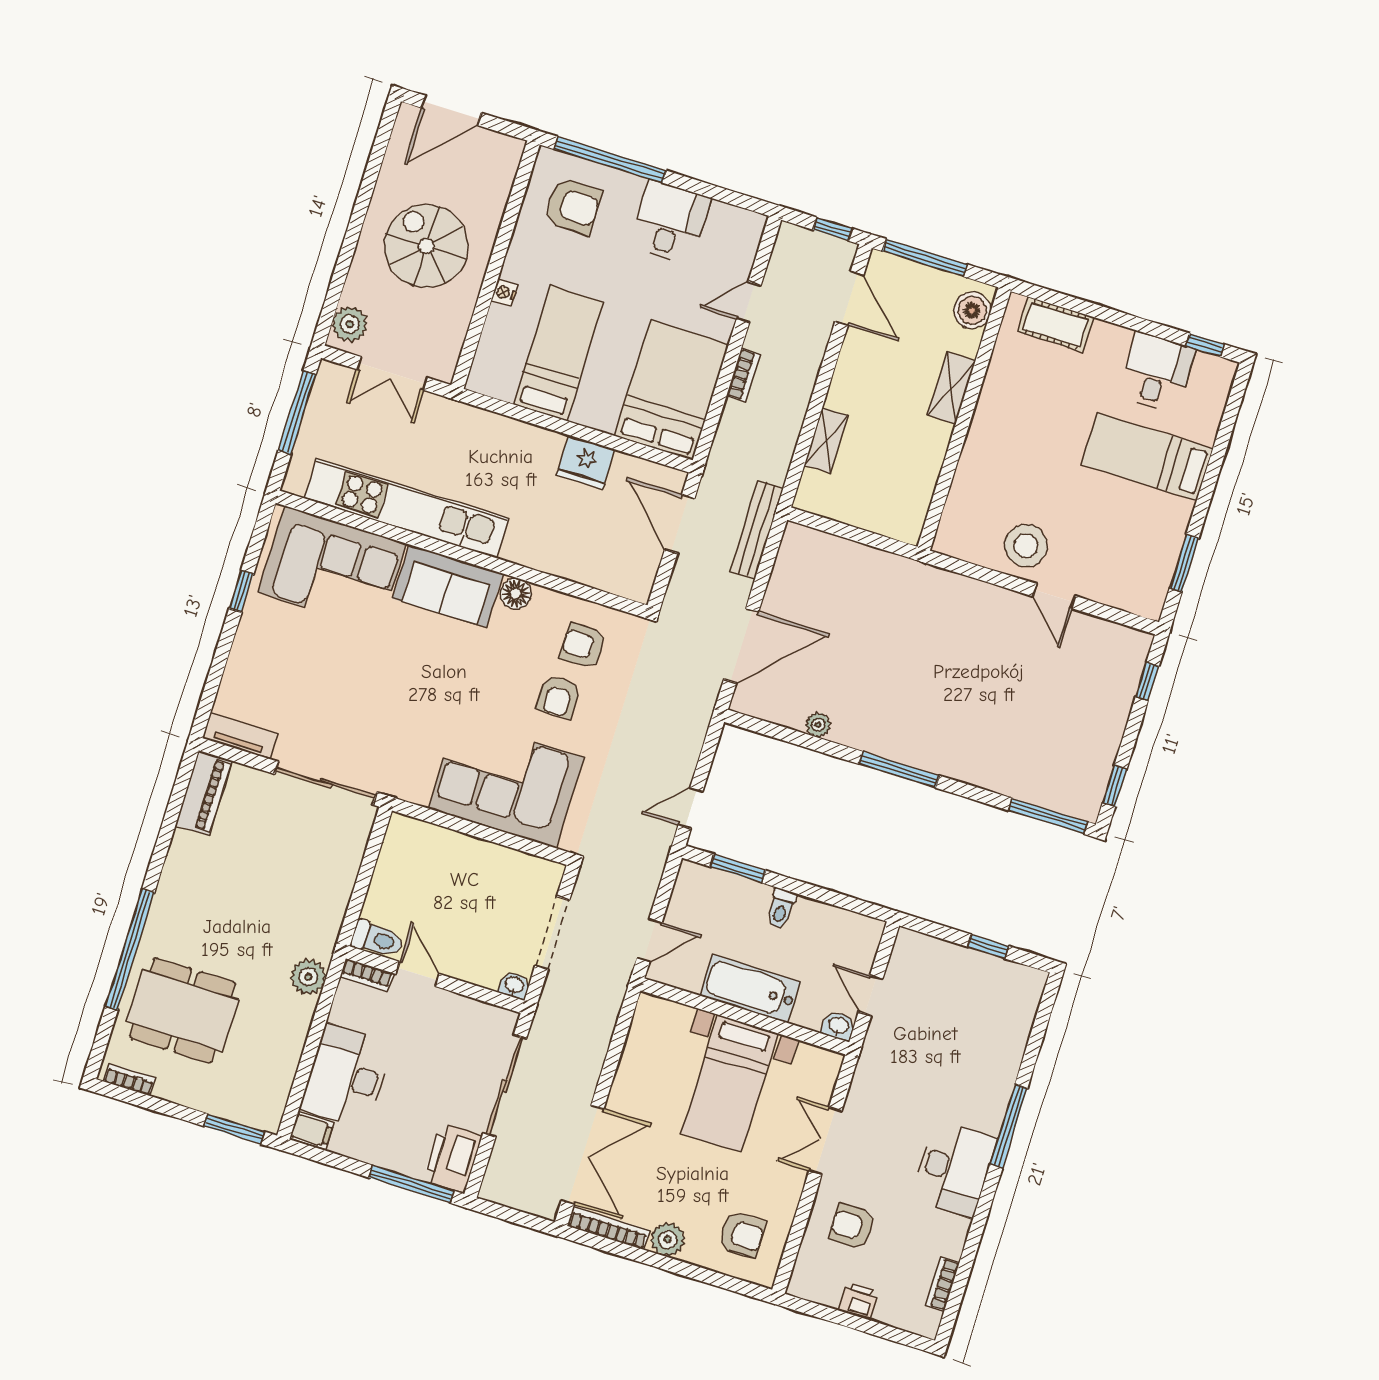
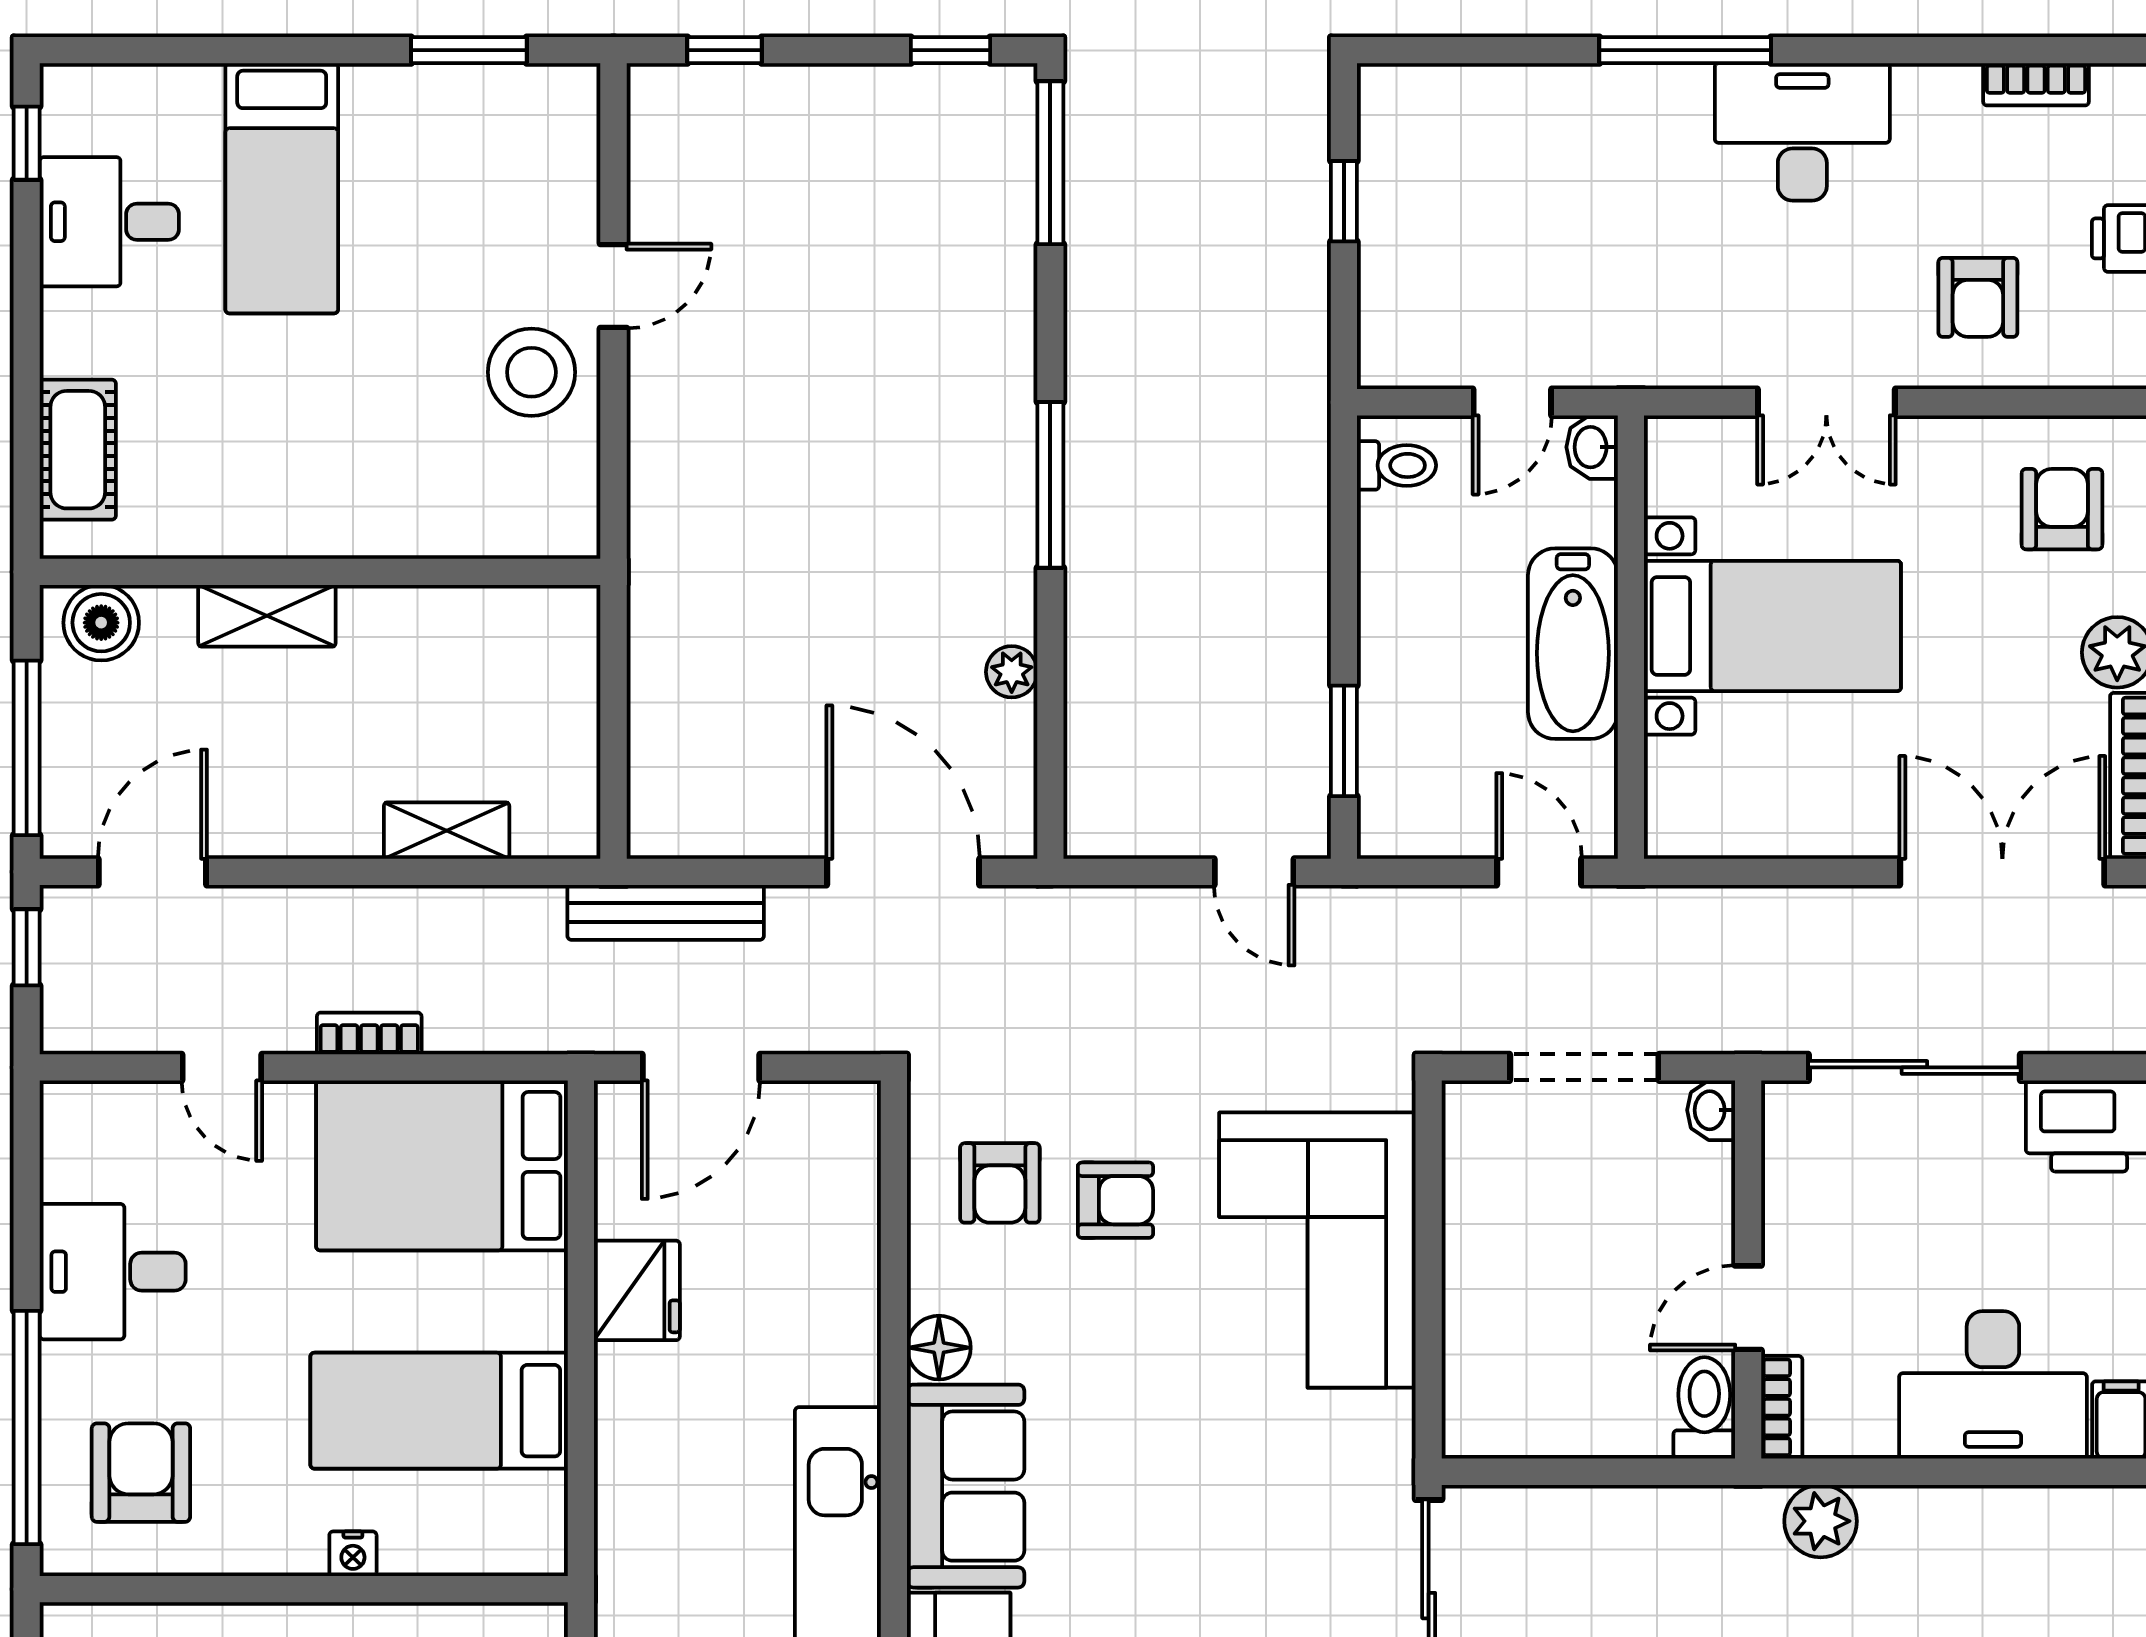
toilet: (781, 909) -> (1396, 465), moved

